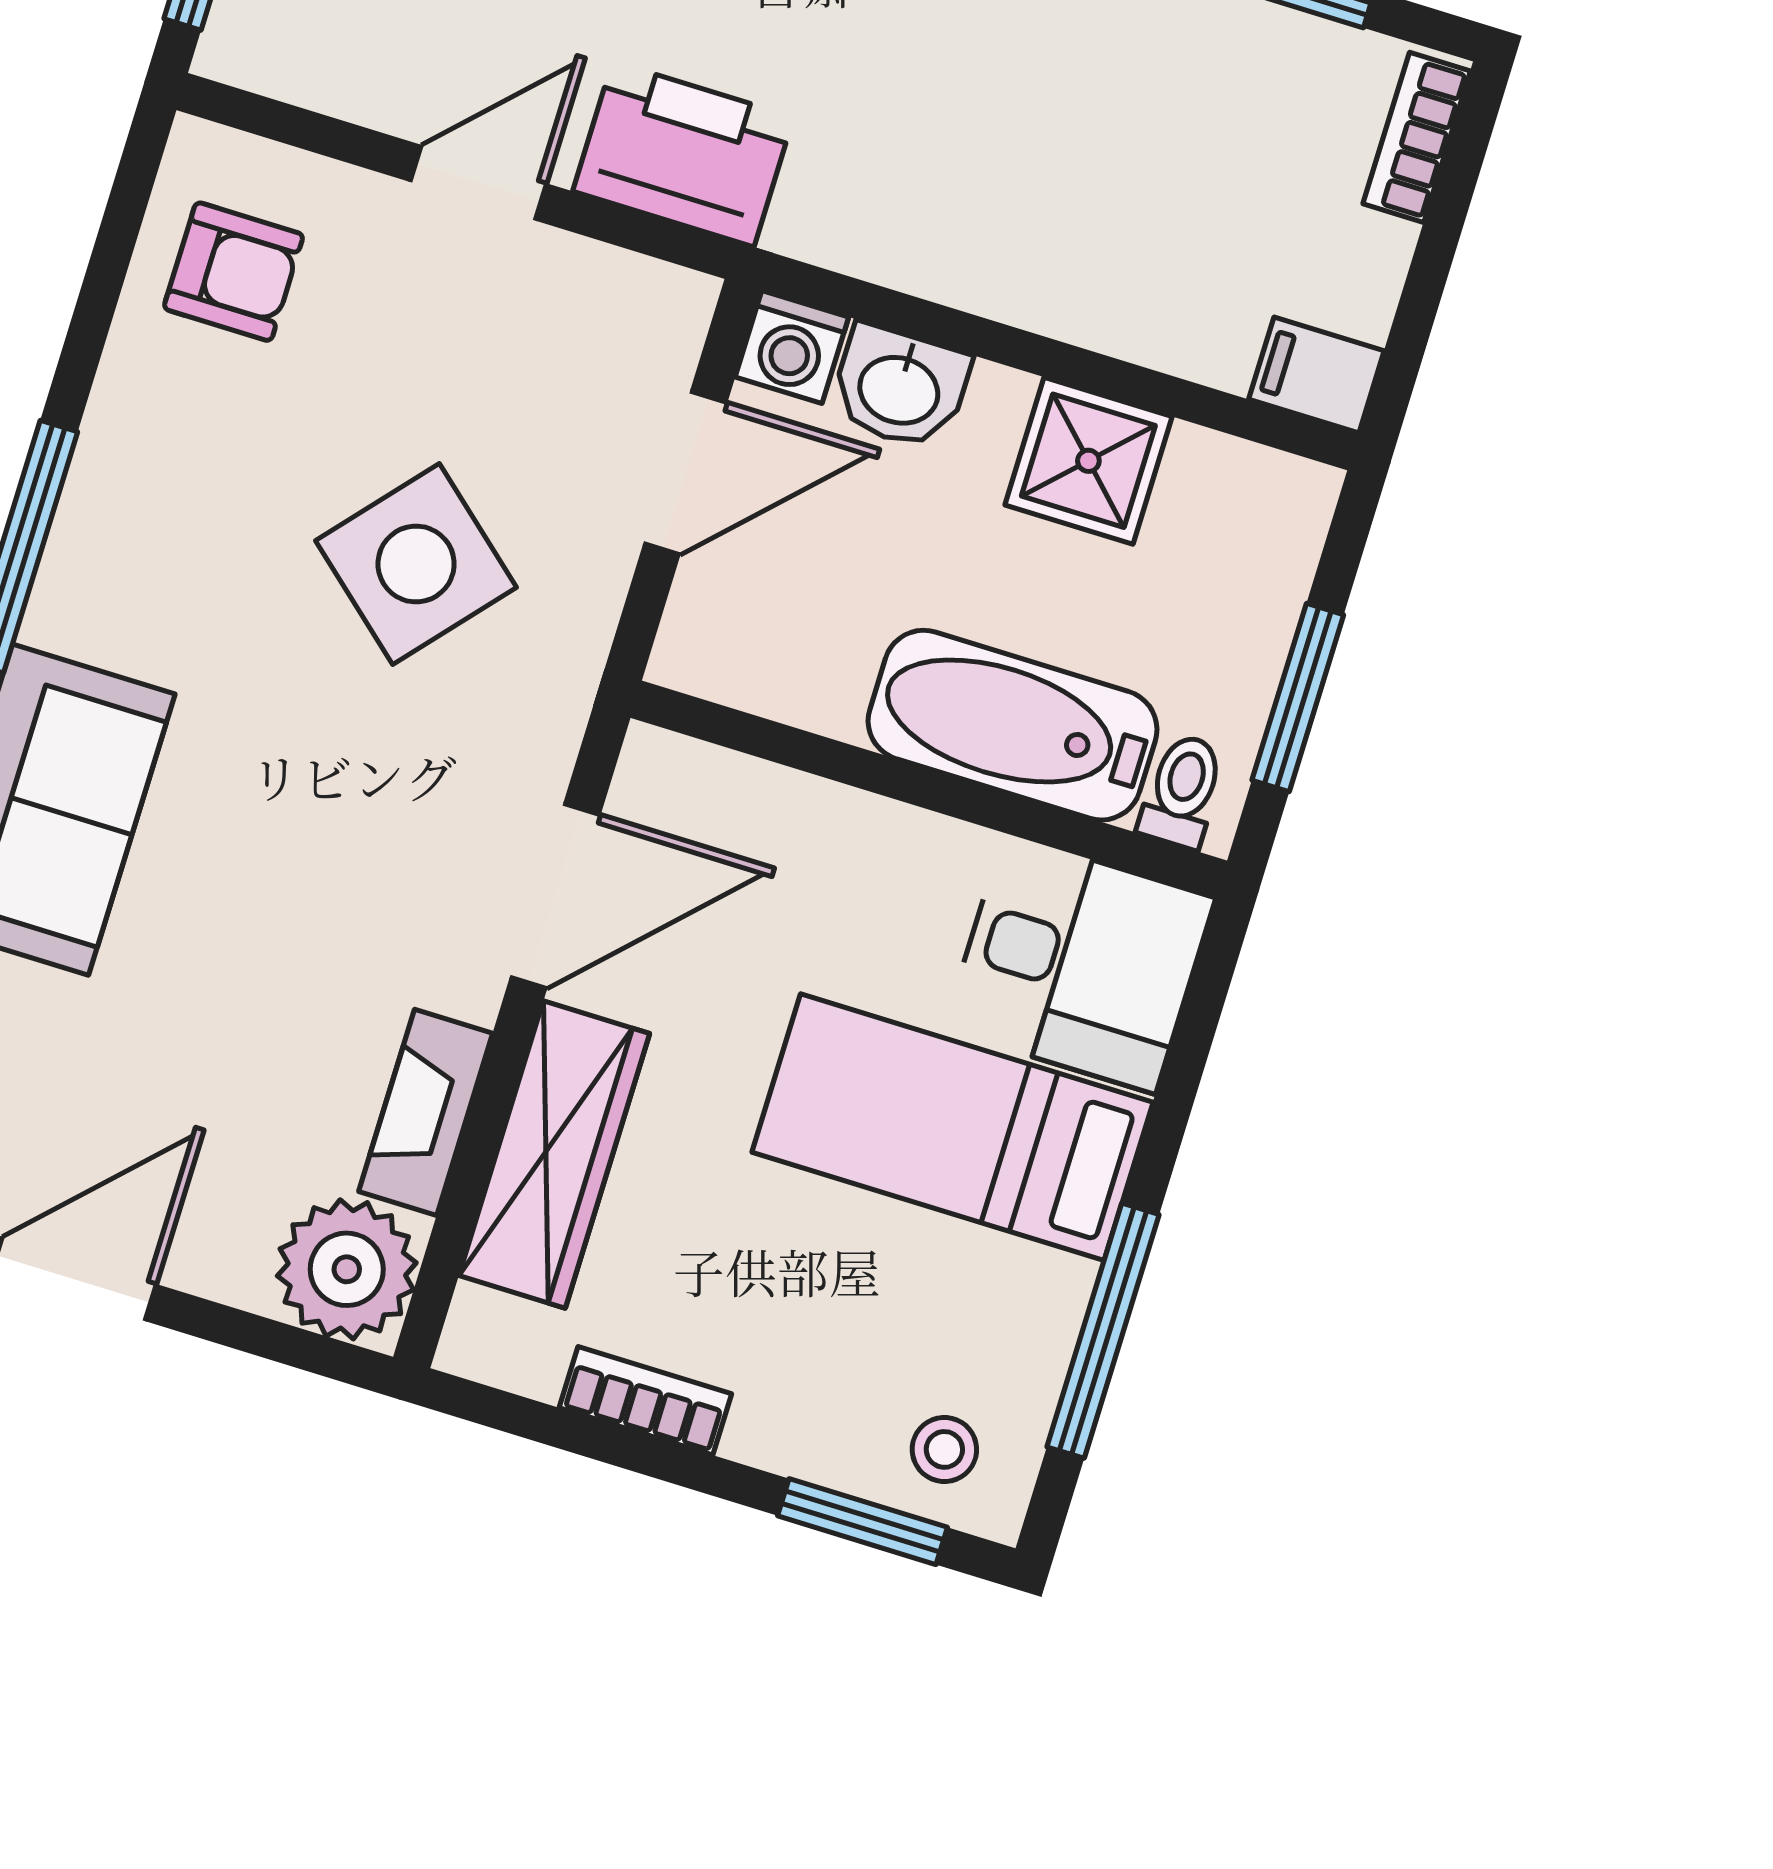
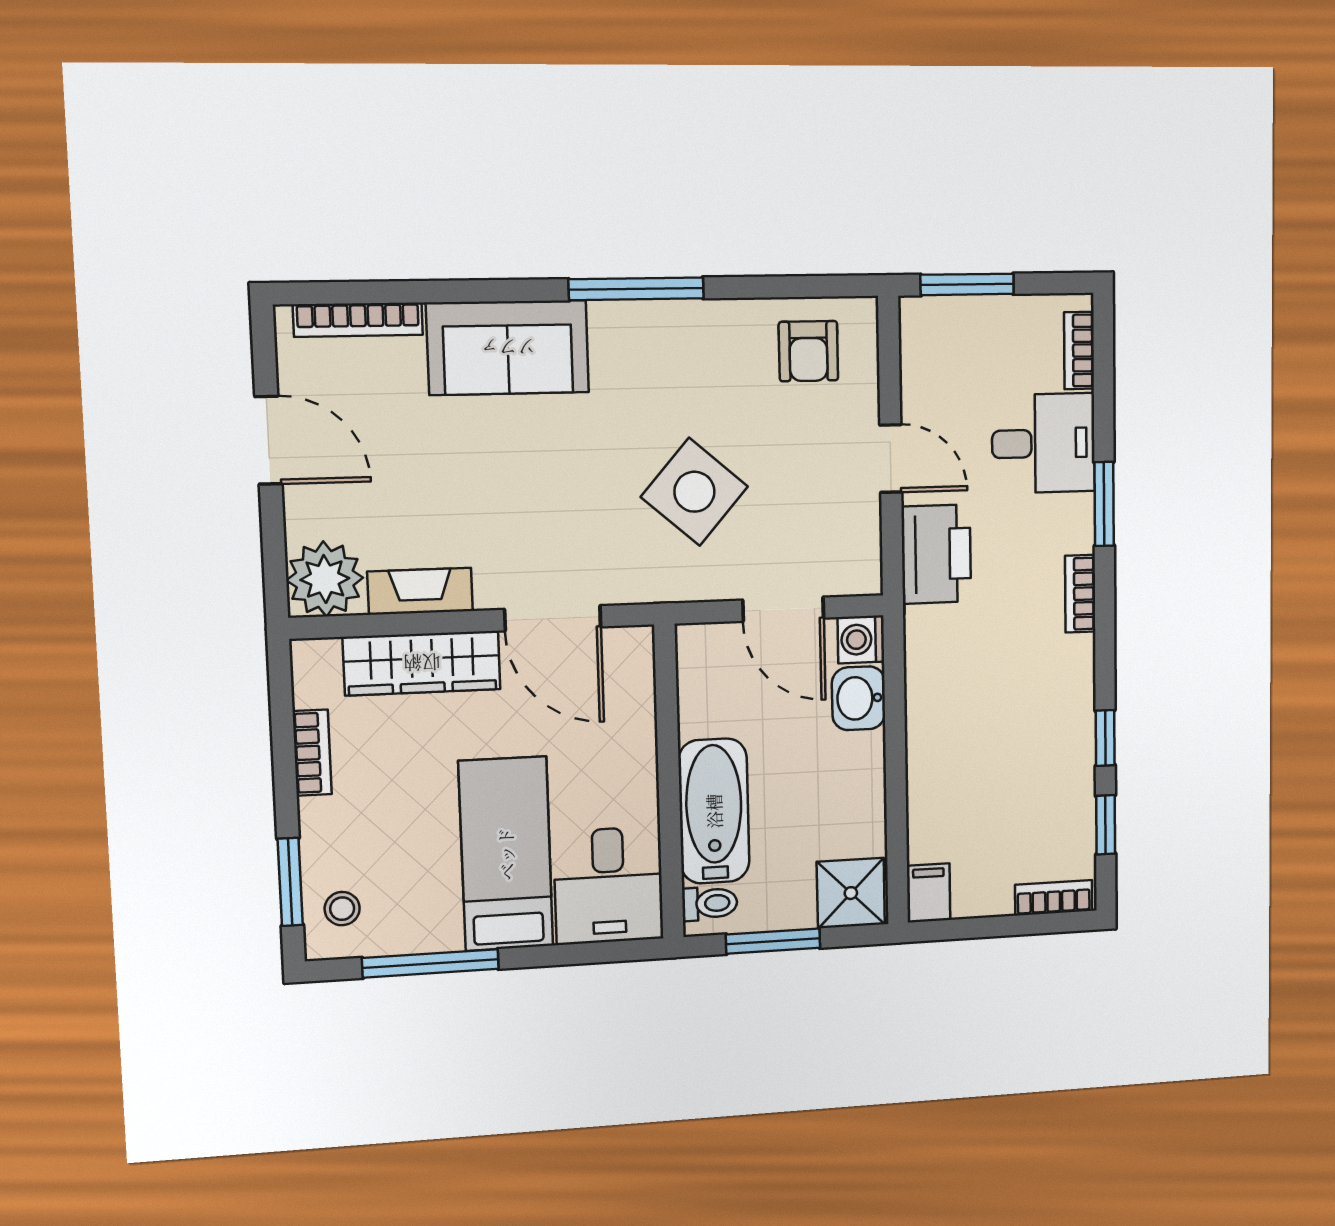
shower: (1088, 461) -> (851, 893), moved

